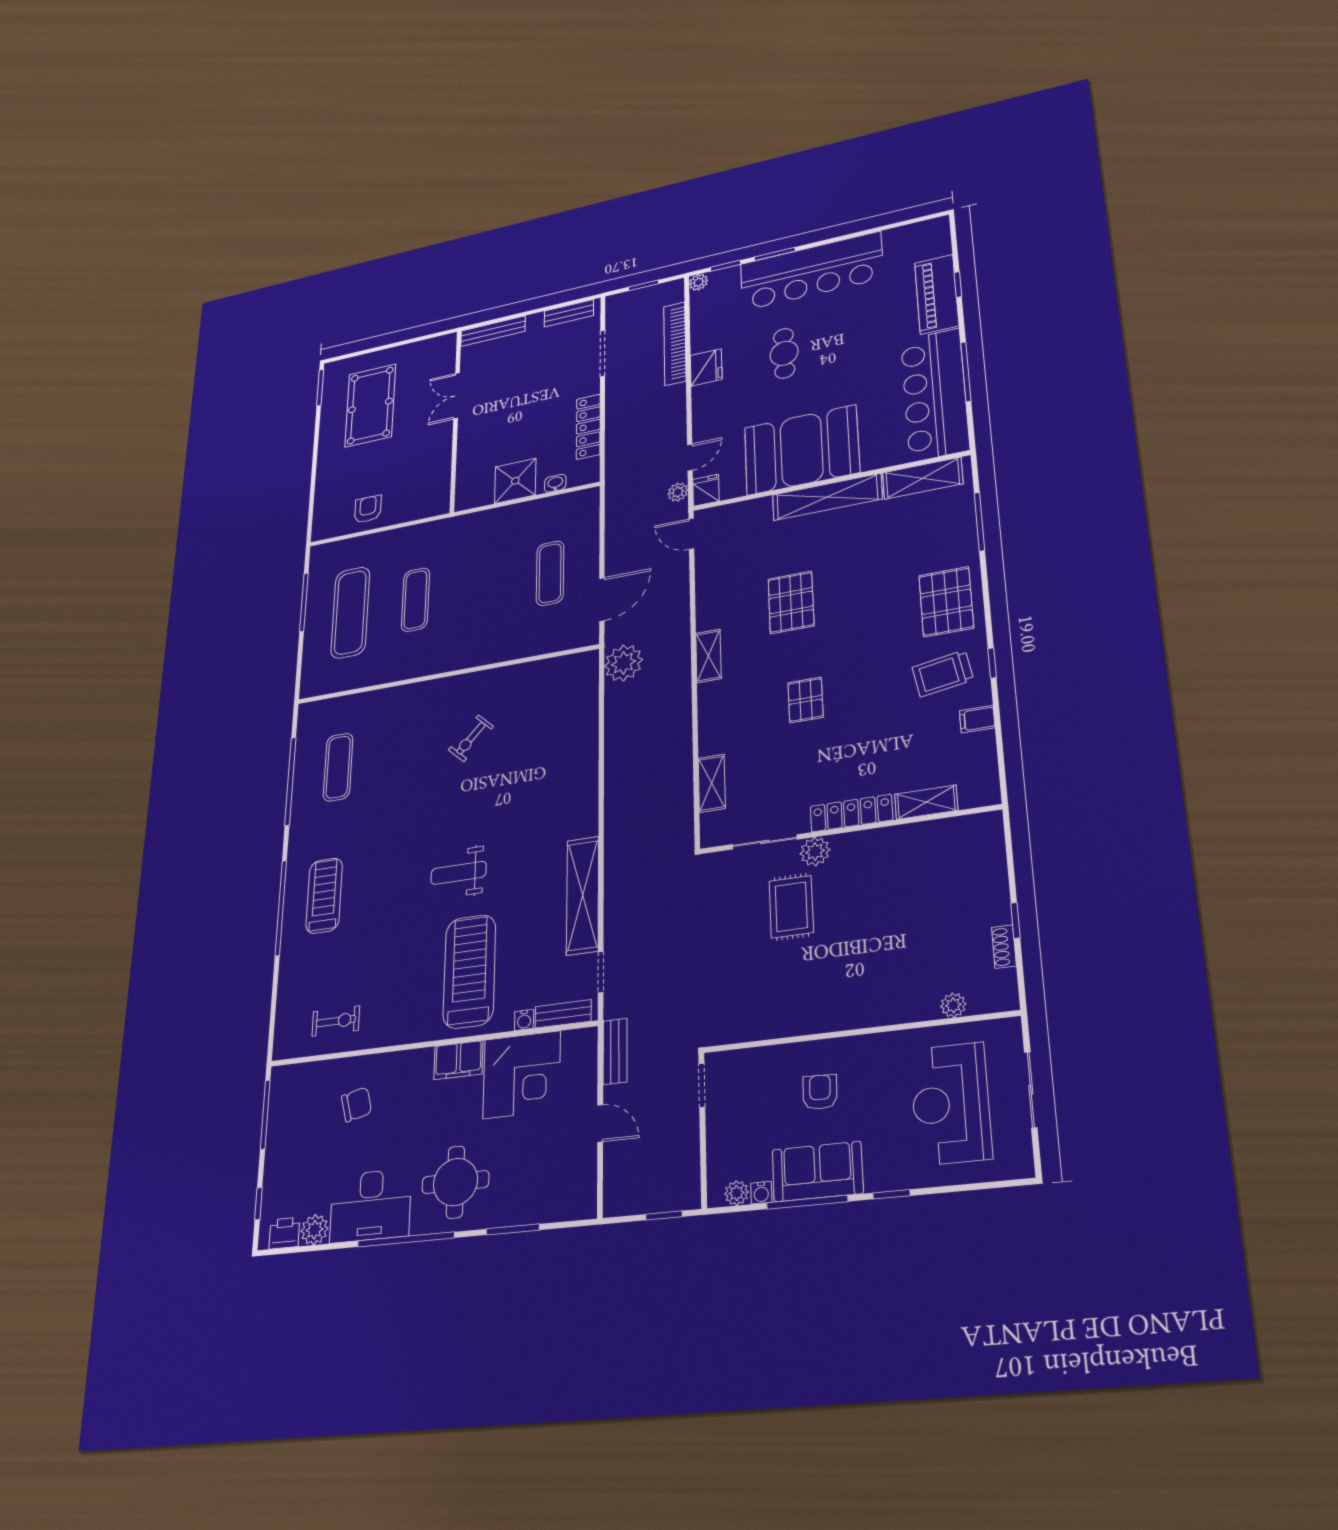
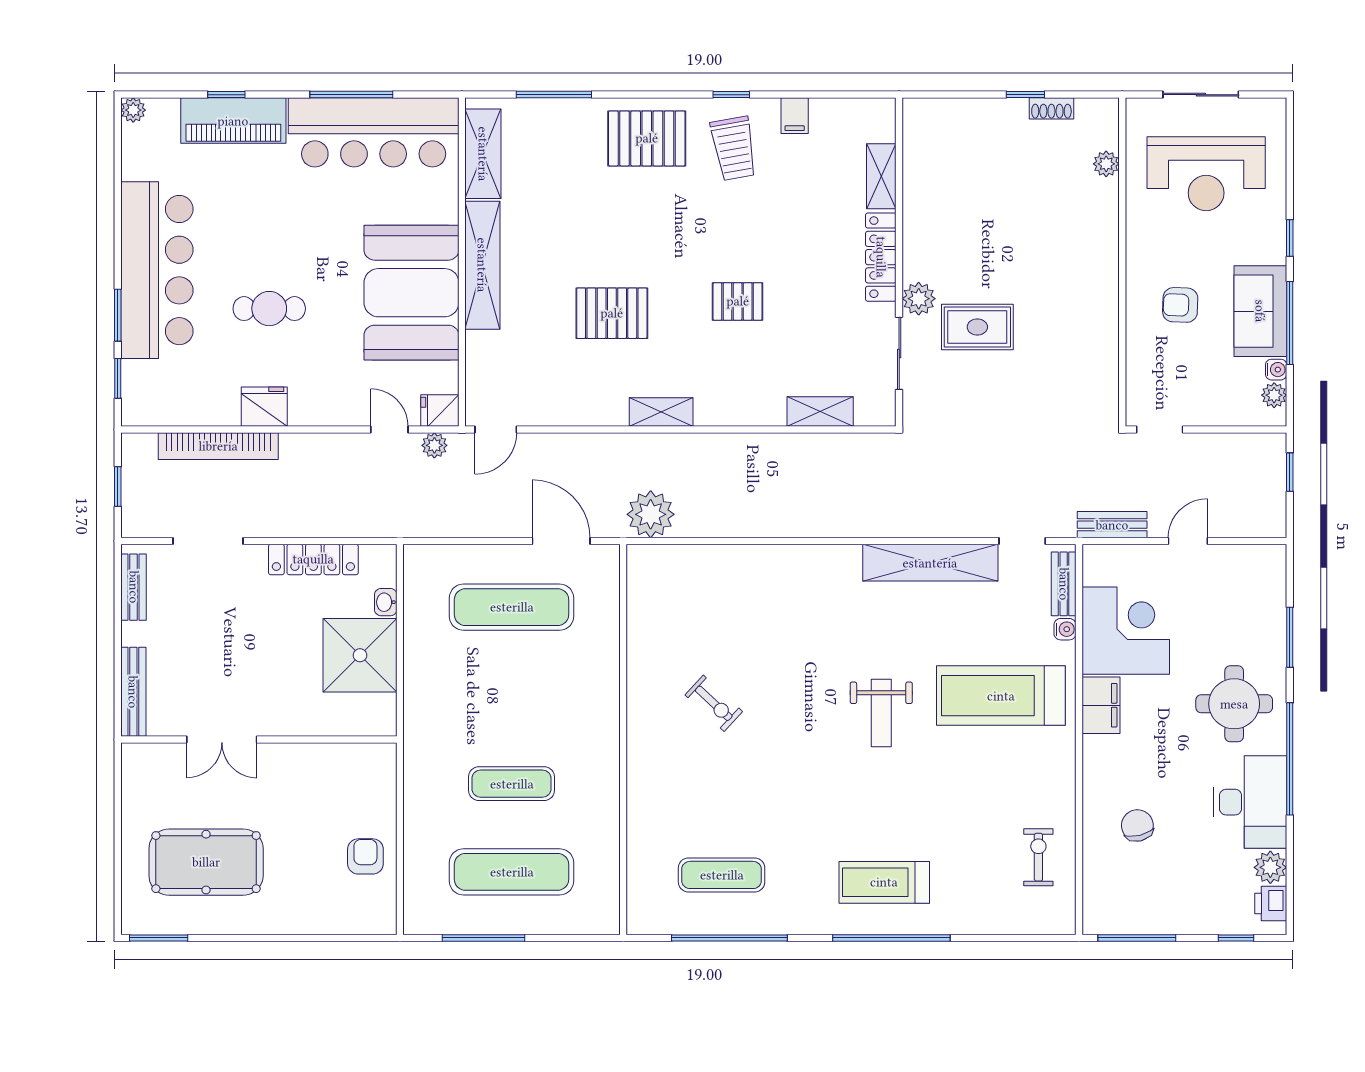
plant: (698, 282) -> (133, 110), moved
shower: (515, 481) -> (360, 655), width x1.37, depth x1.37
armchair: (368, 509) -> (365, 856), turned 90
exercise mat: (550, 573) -> (512, 607), width x1.36, depth x1.45

